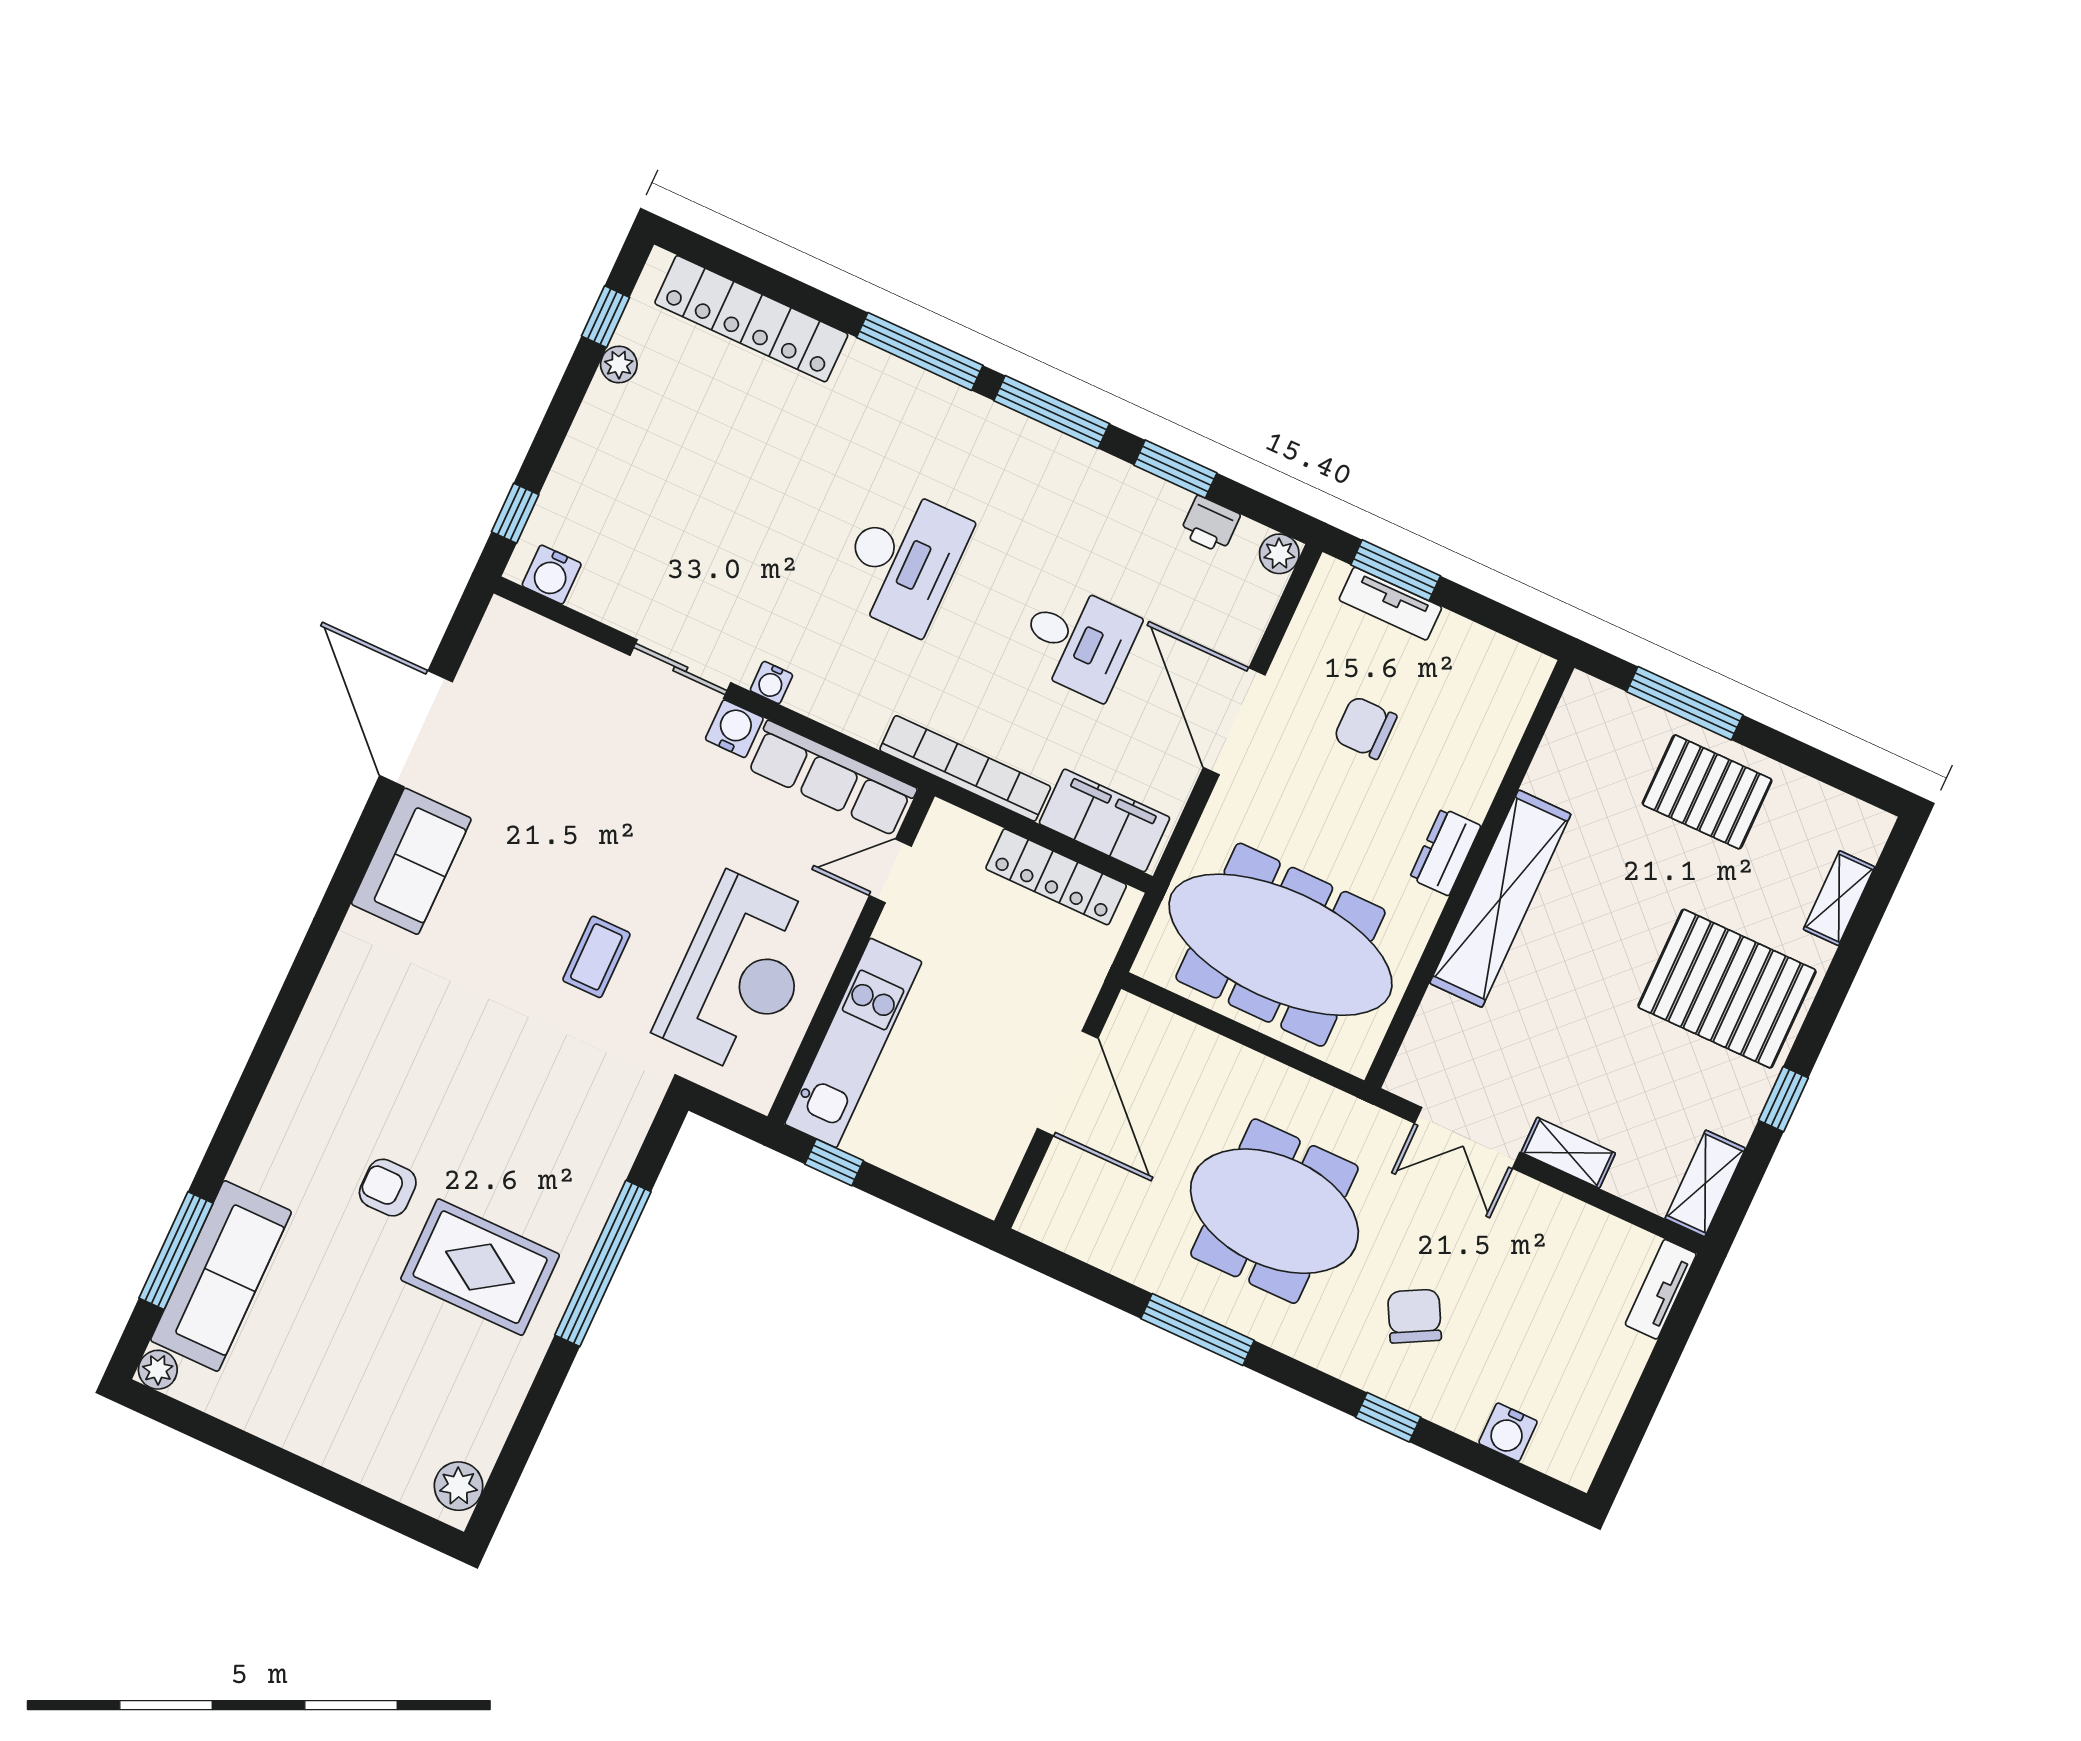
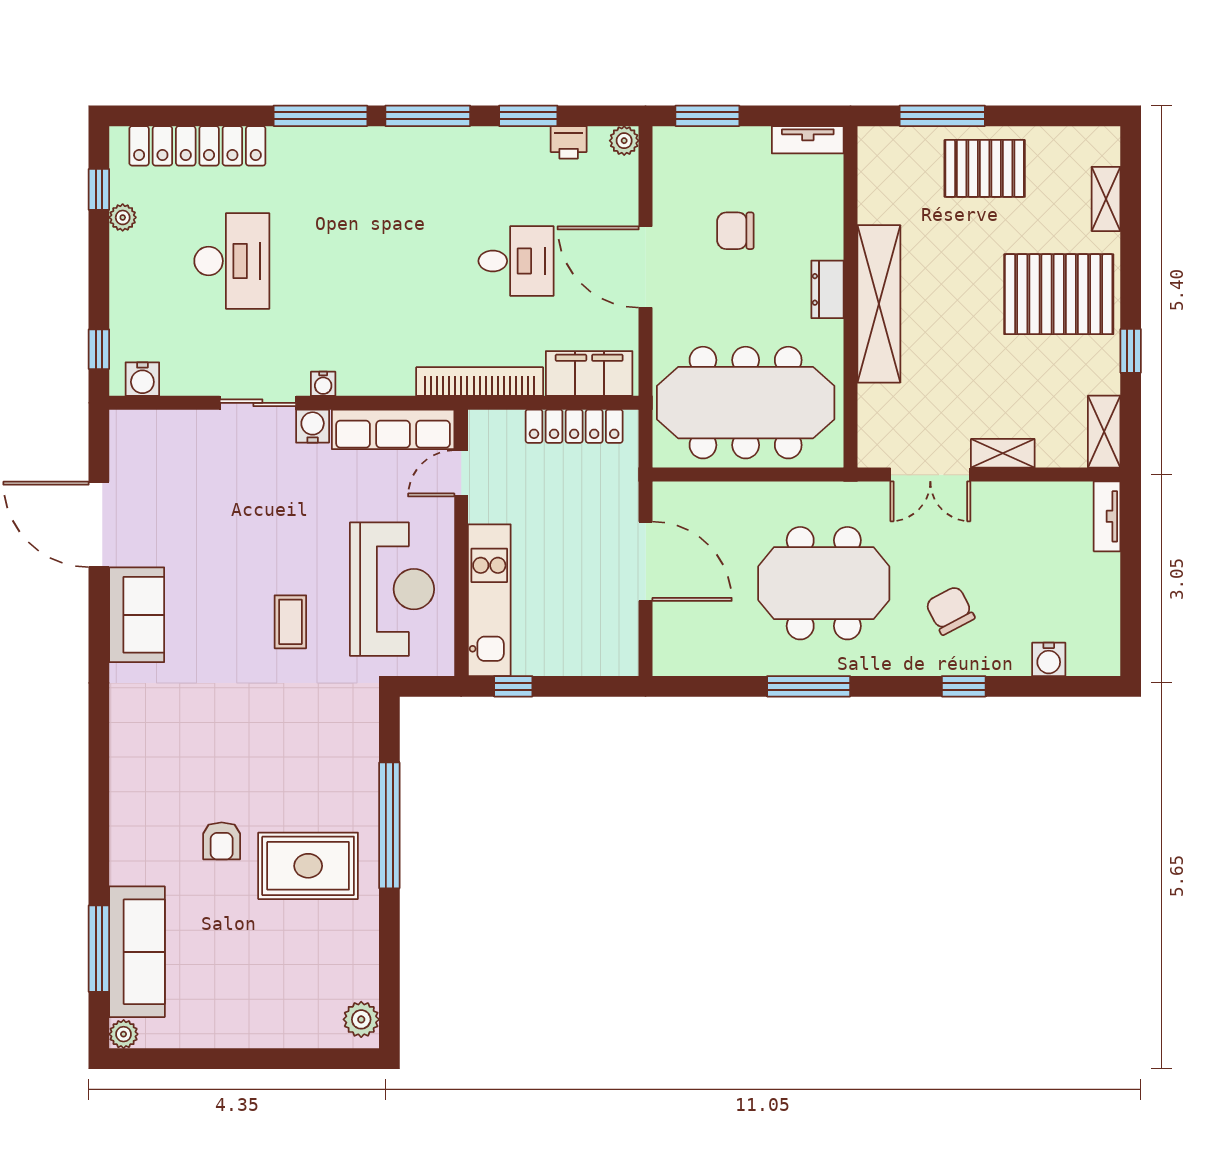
desk: (903, 560) -> (232, 261), moved
tv unit: (1390, 604) -> (808, 140), moved
armchair: (388, 1188) -> (222, 841), turned -90

